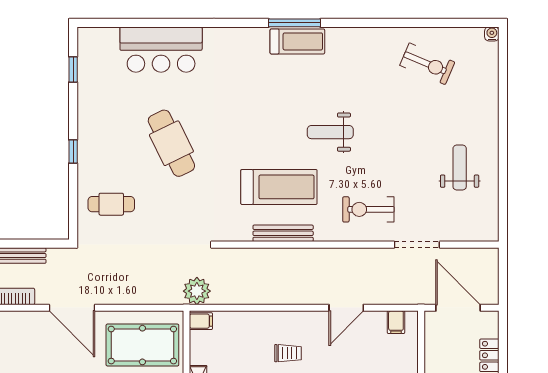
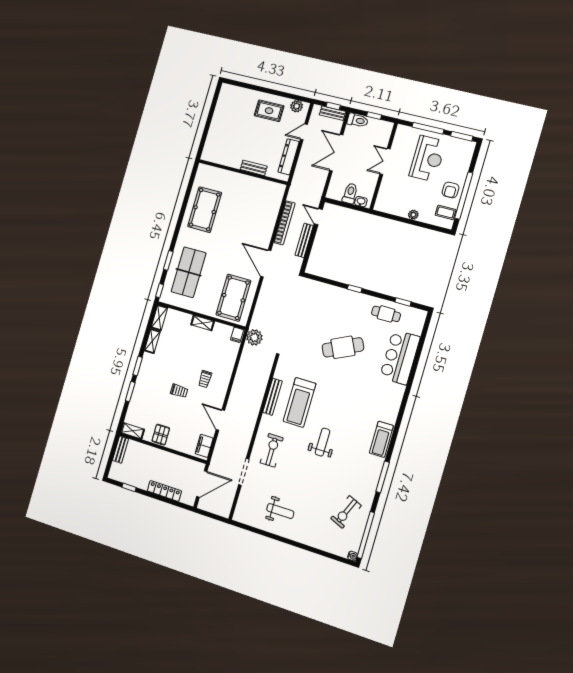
window: (295, 23) -> (383, 477), moved
window: (453, 23) -> (366, 535), added
cafe table: (111, 204) -> (386, 314), moved, turned 90
door: (72, 308) -> (266, 263), hinge flipped
filing cabinet: (396, 322) -> (204, 446), width x2.00

